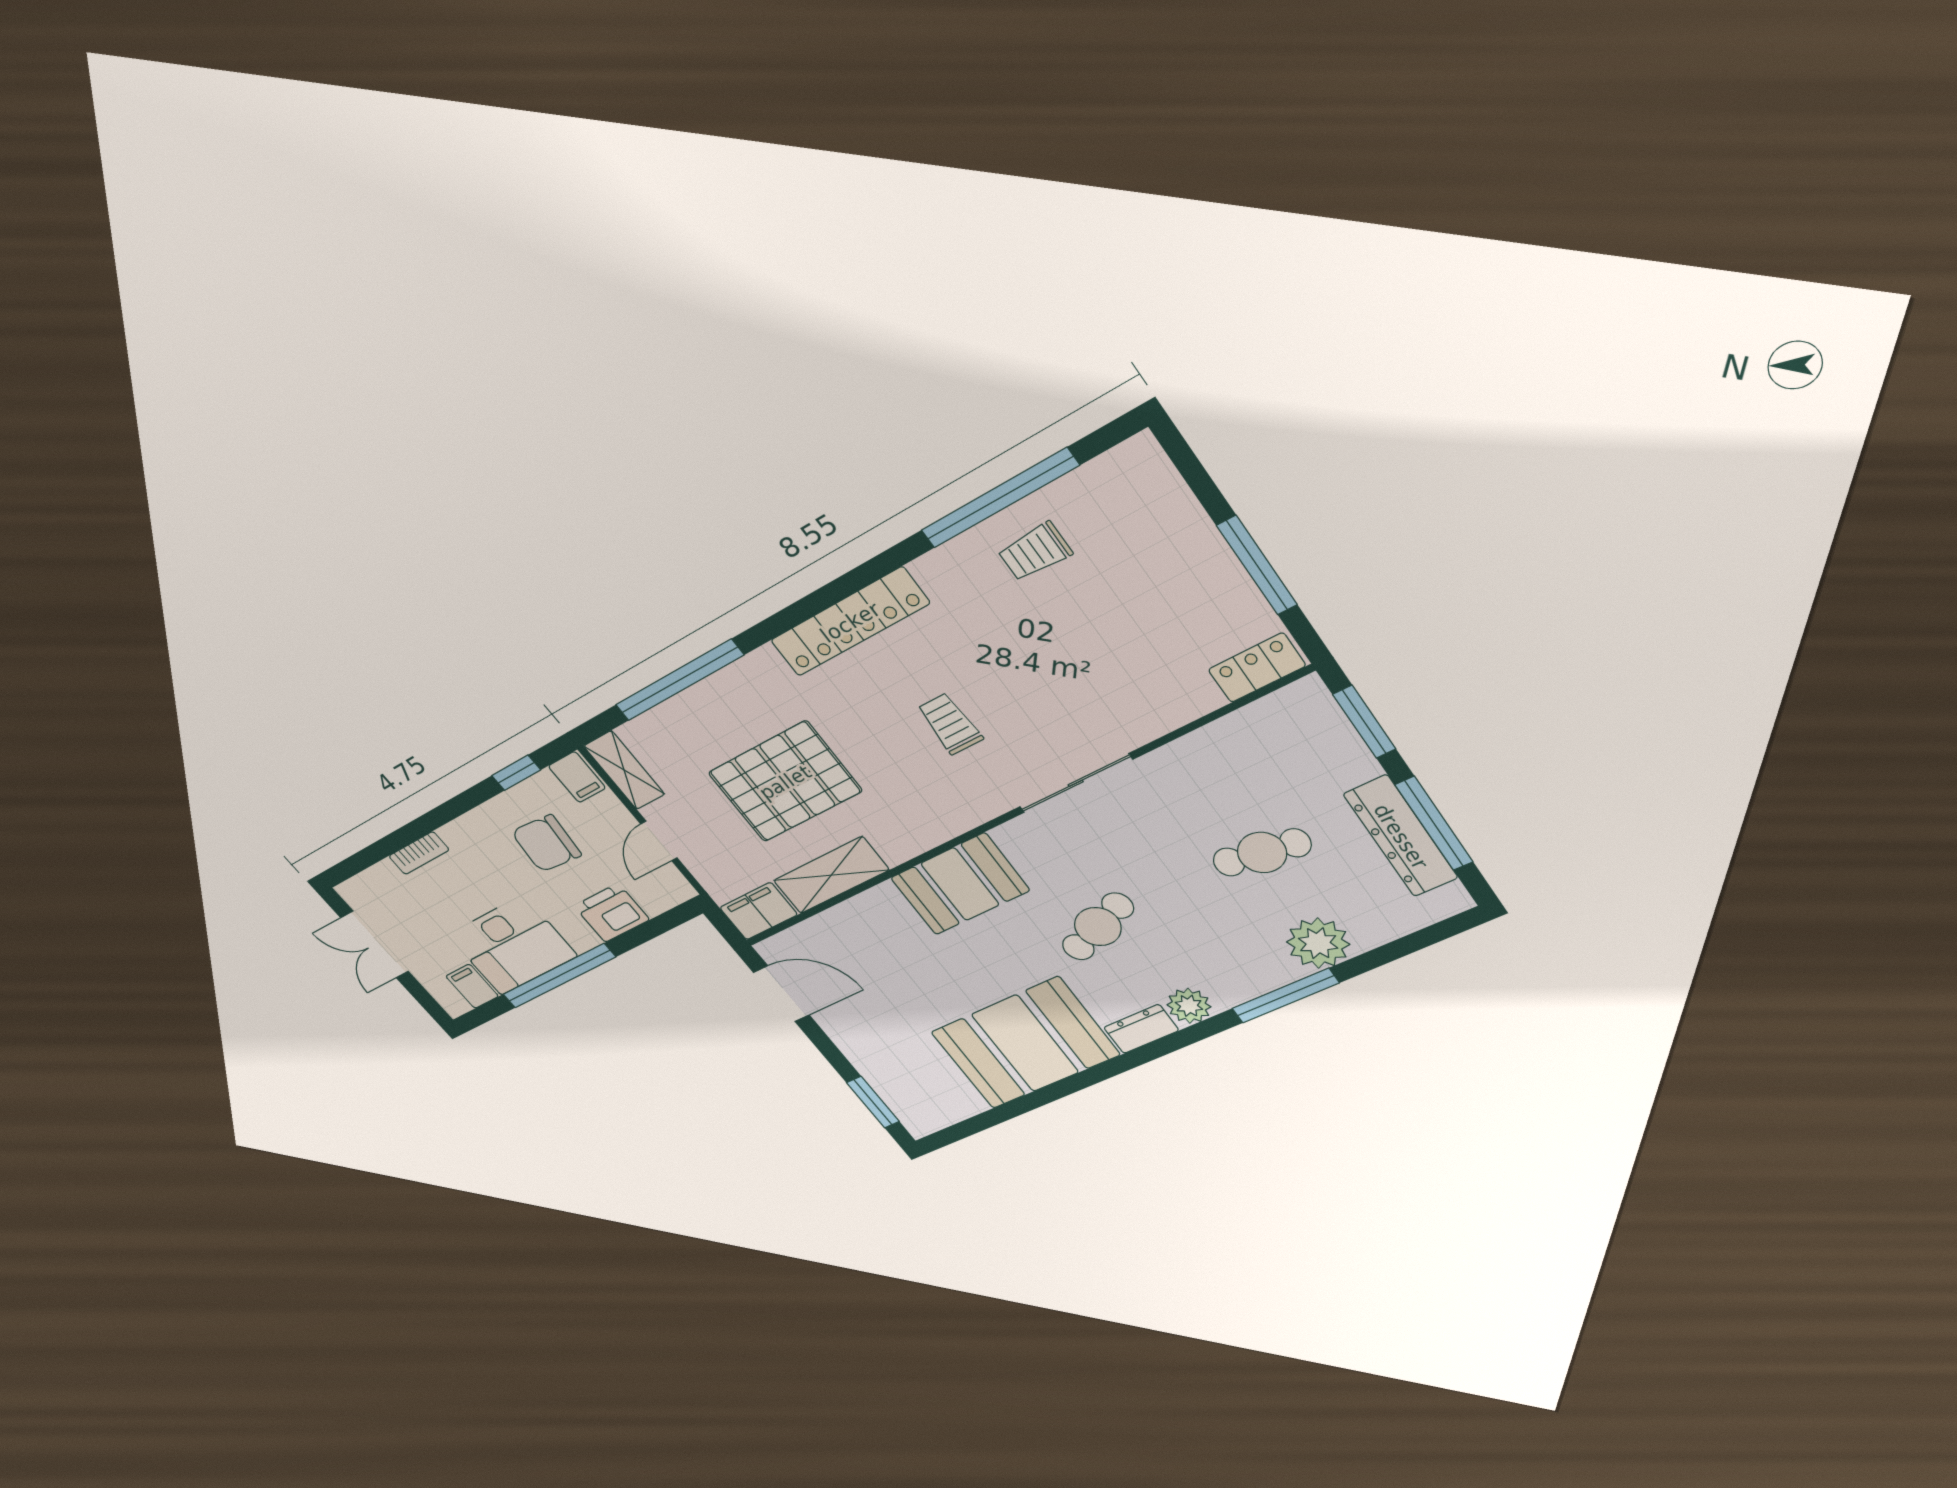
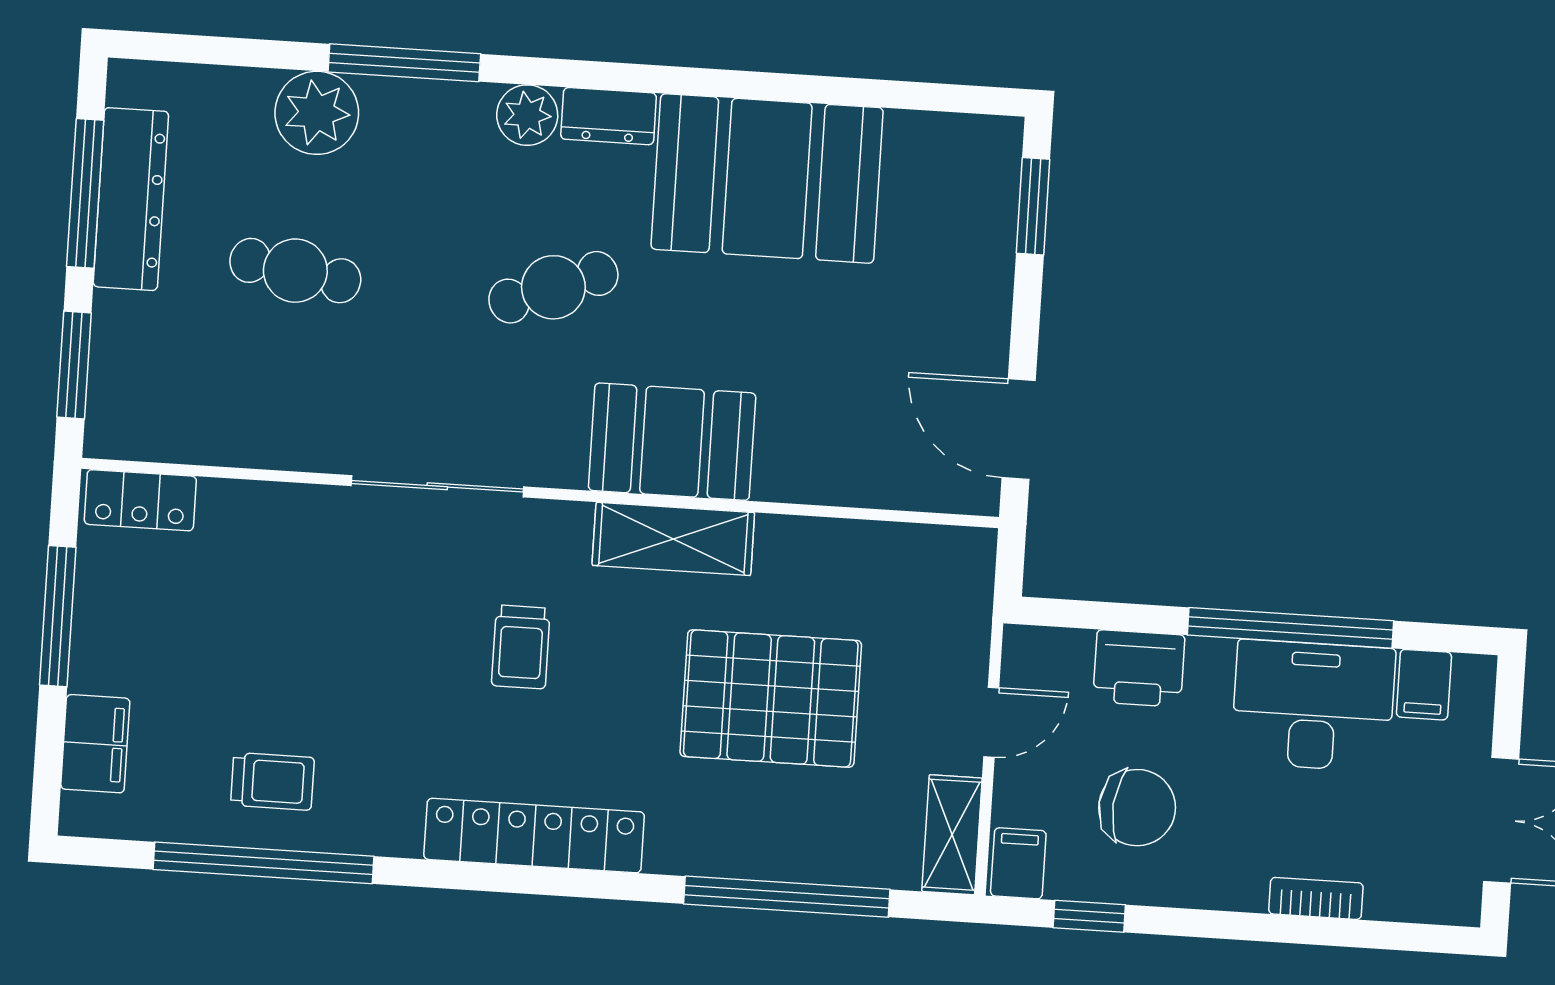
shelving: (831, 875) -> (673, 539), moved
filing cabinet: (759, 911) -> (95, 744), moved, turned -90

